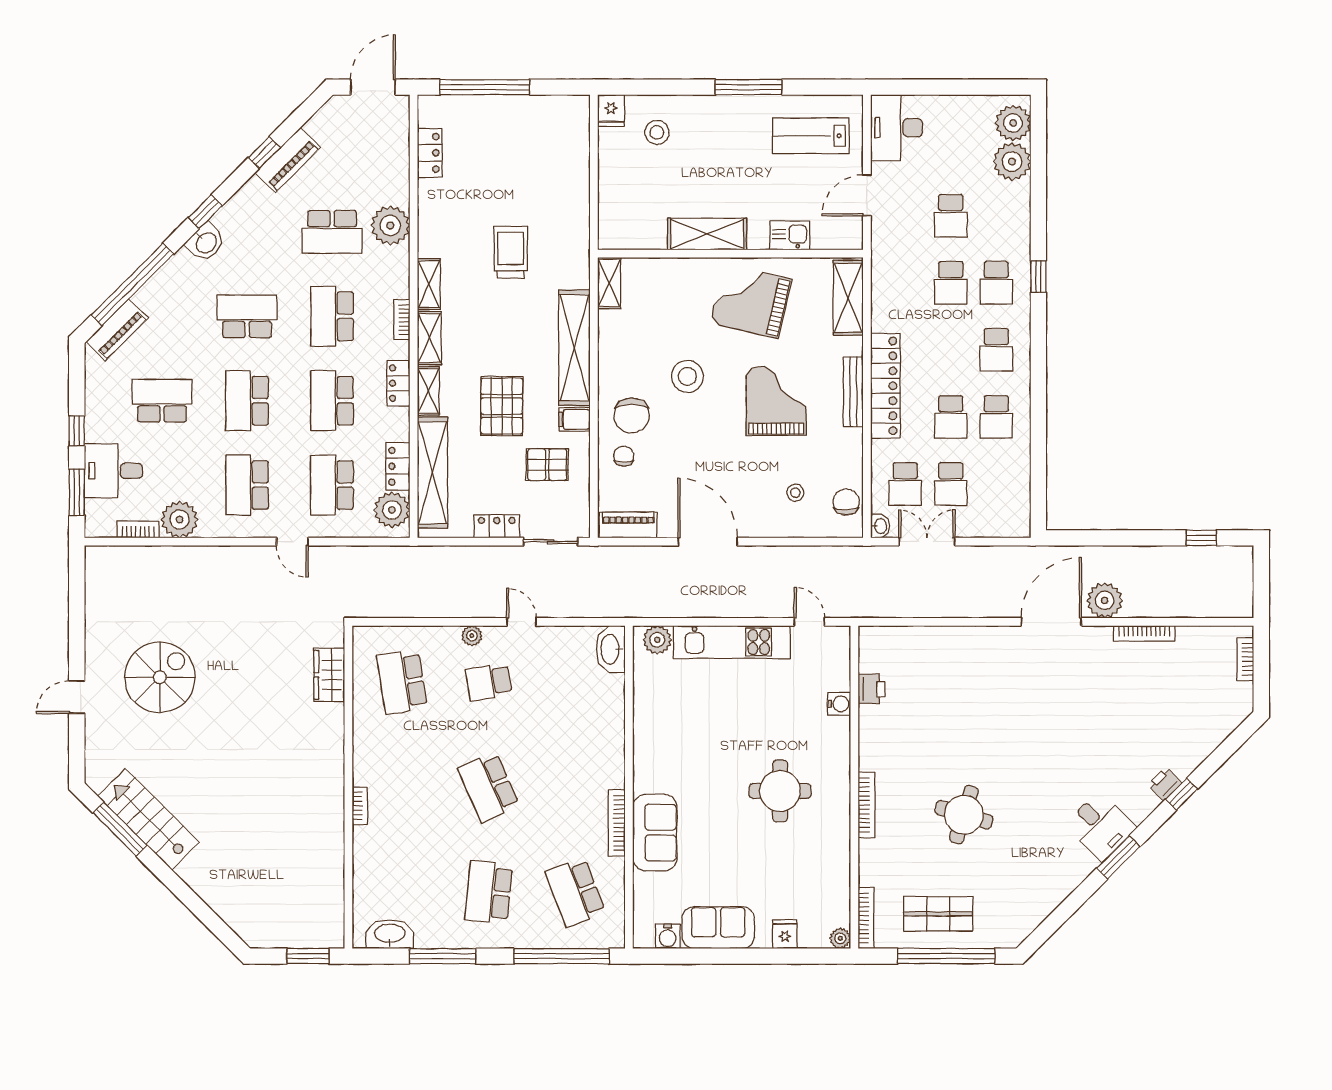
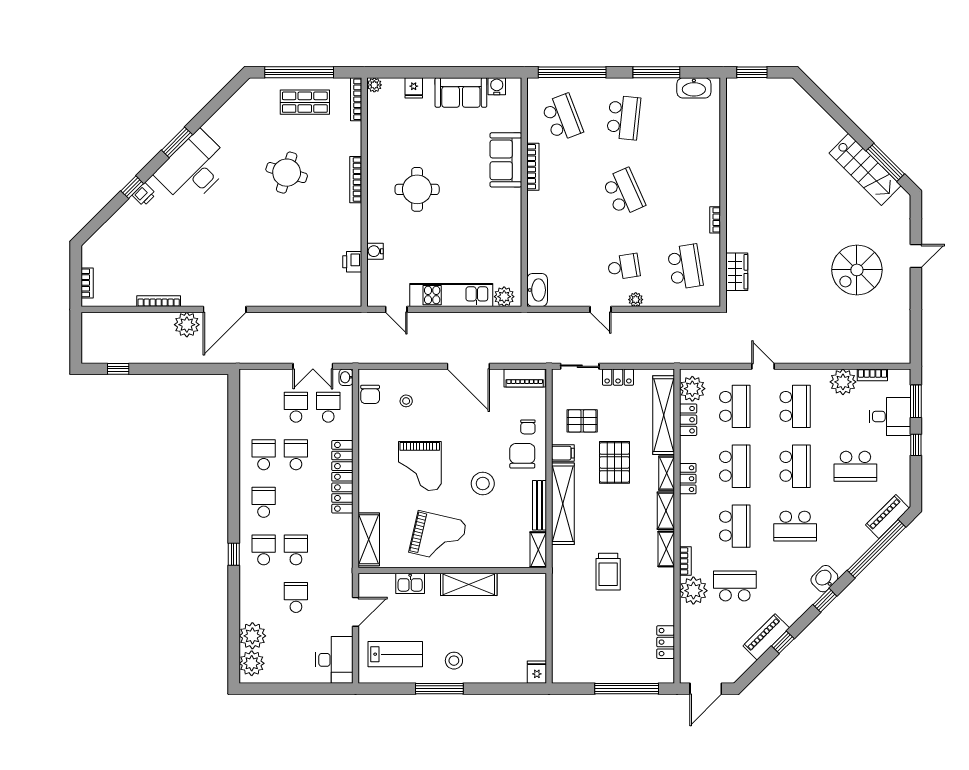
stool: (657, 132) -> (454, 661), moved
bookcase: (402, 320) -> (685, 561), moved
bench: (853, 392) -> (539, 505), moved
bookcase: (360, 806) -> (715, 220), moved
desk: (1101, 826) -> (194, 168), width x1.87, depth x1.30

